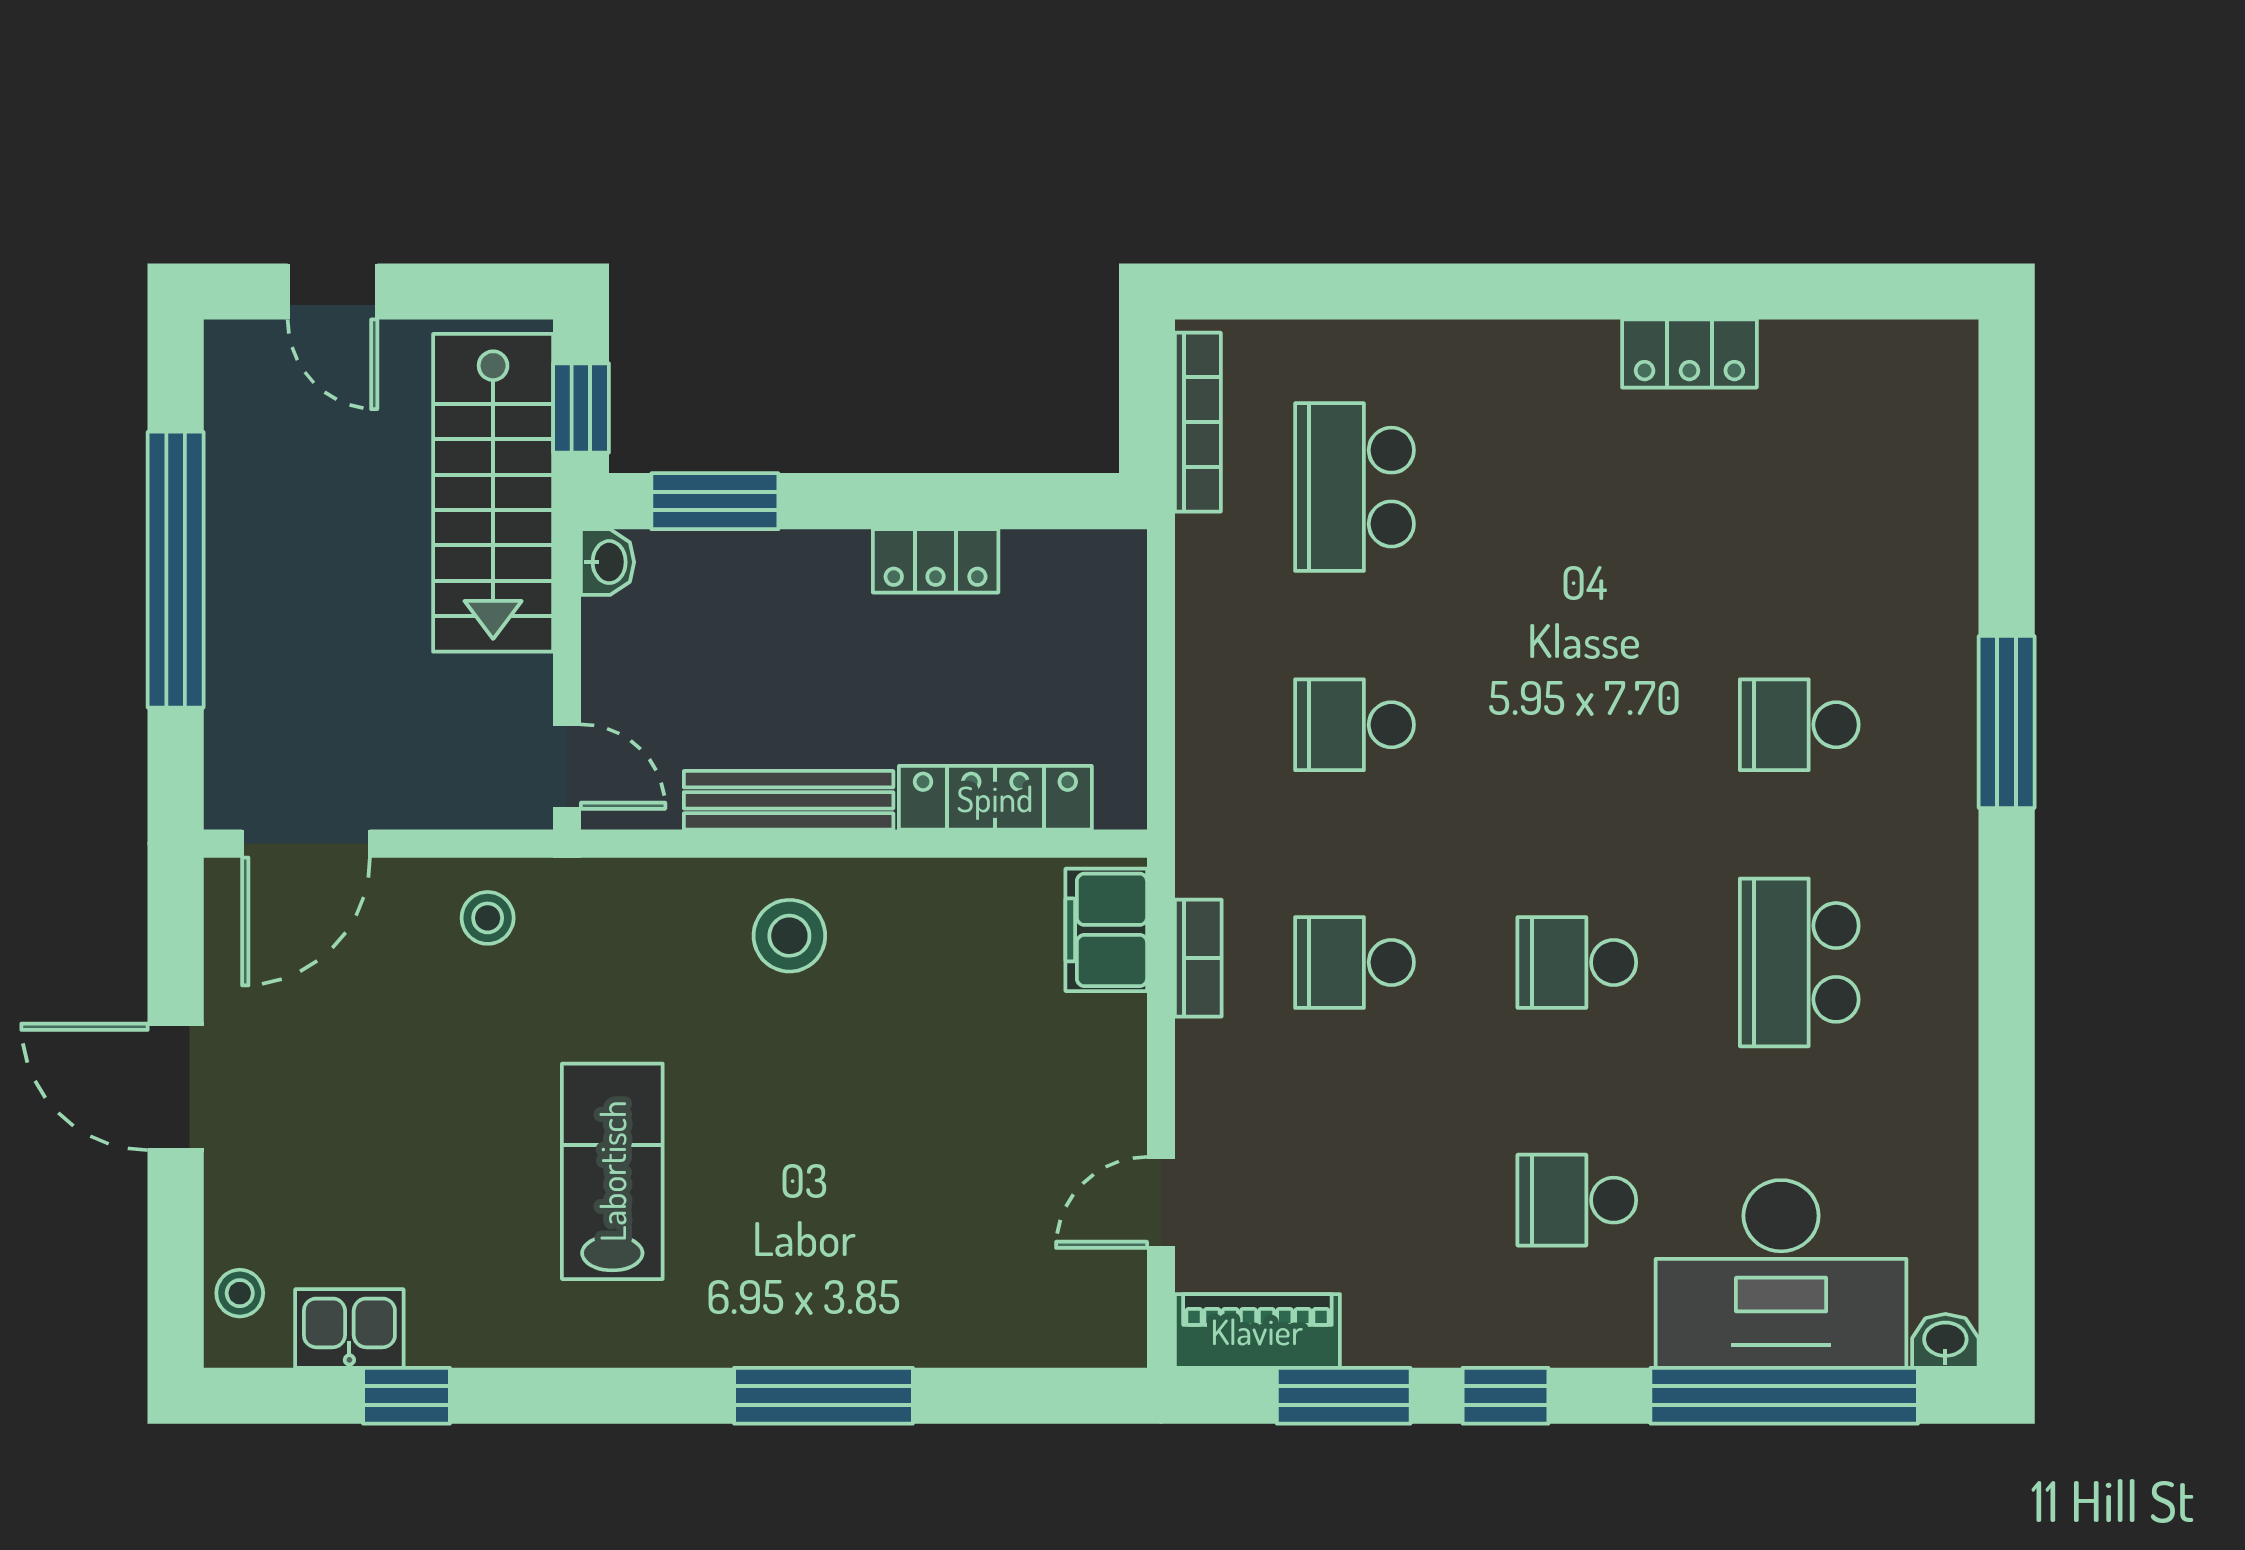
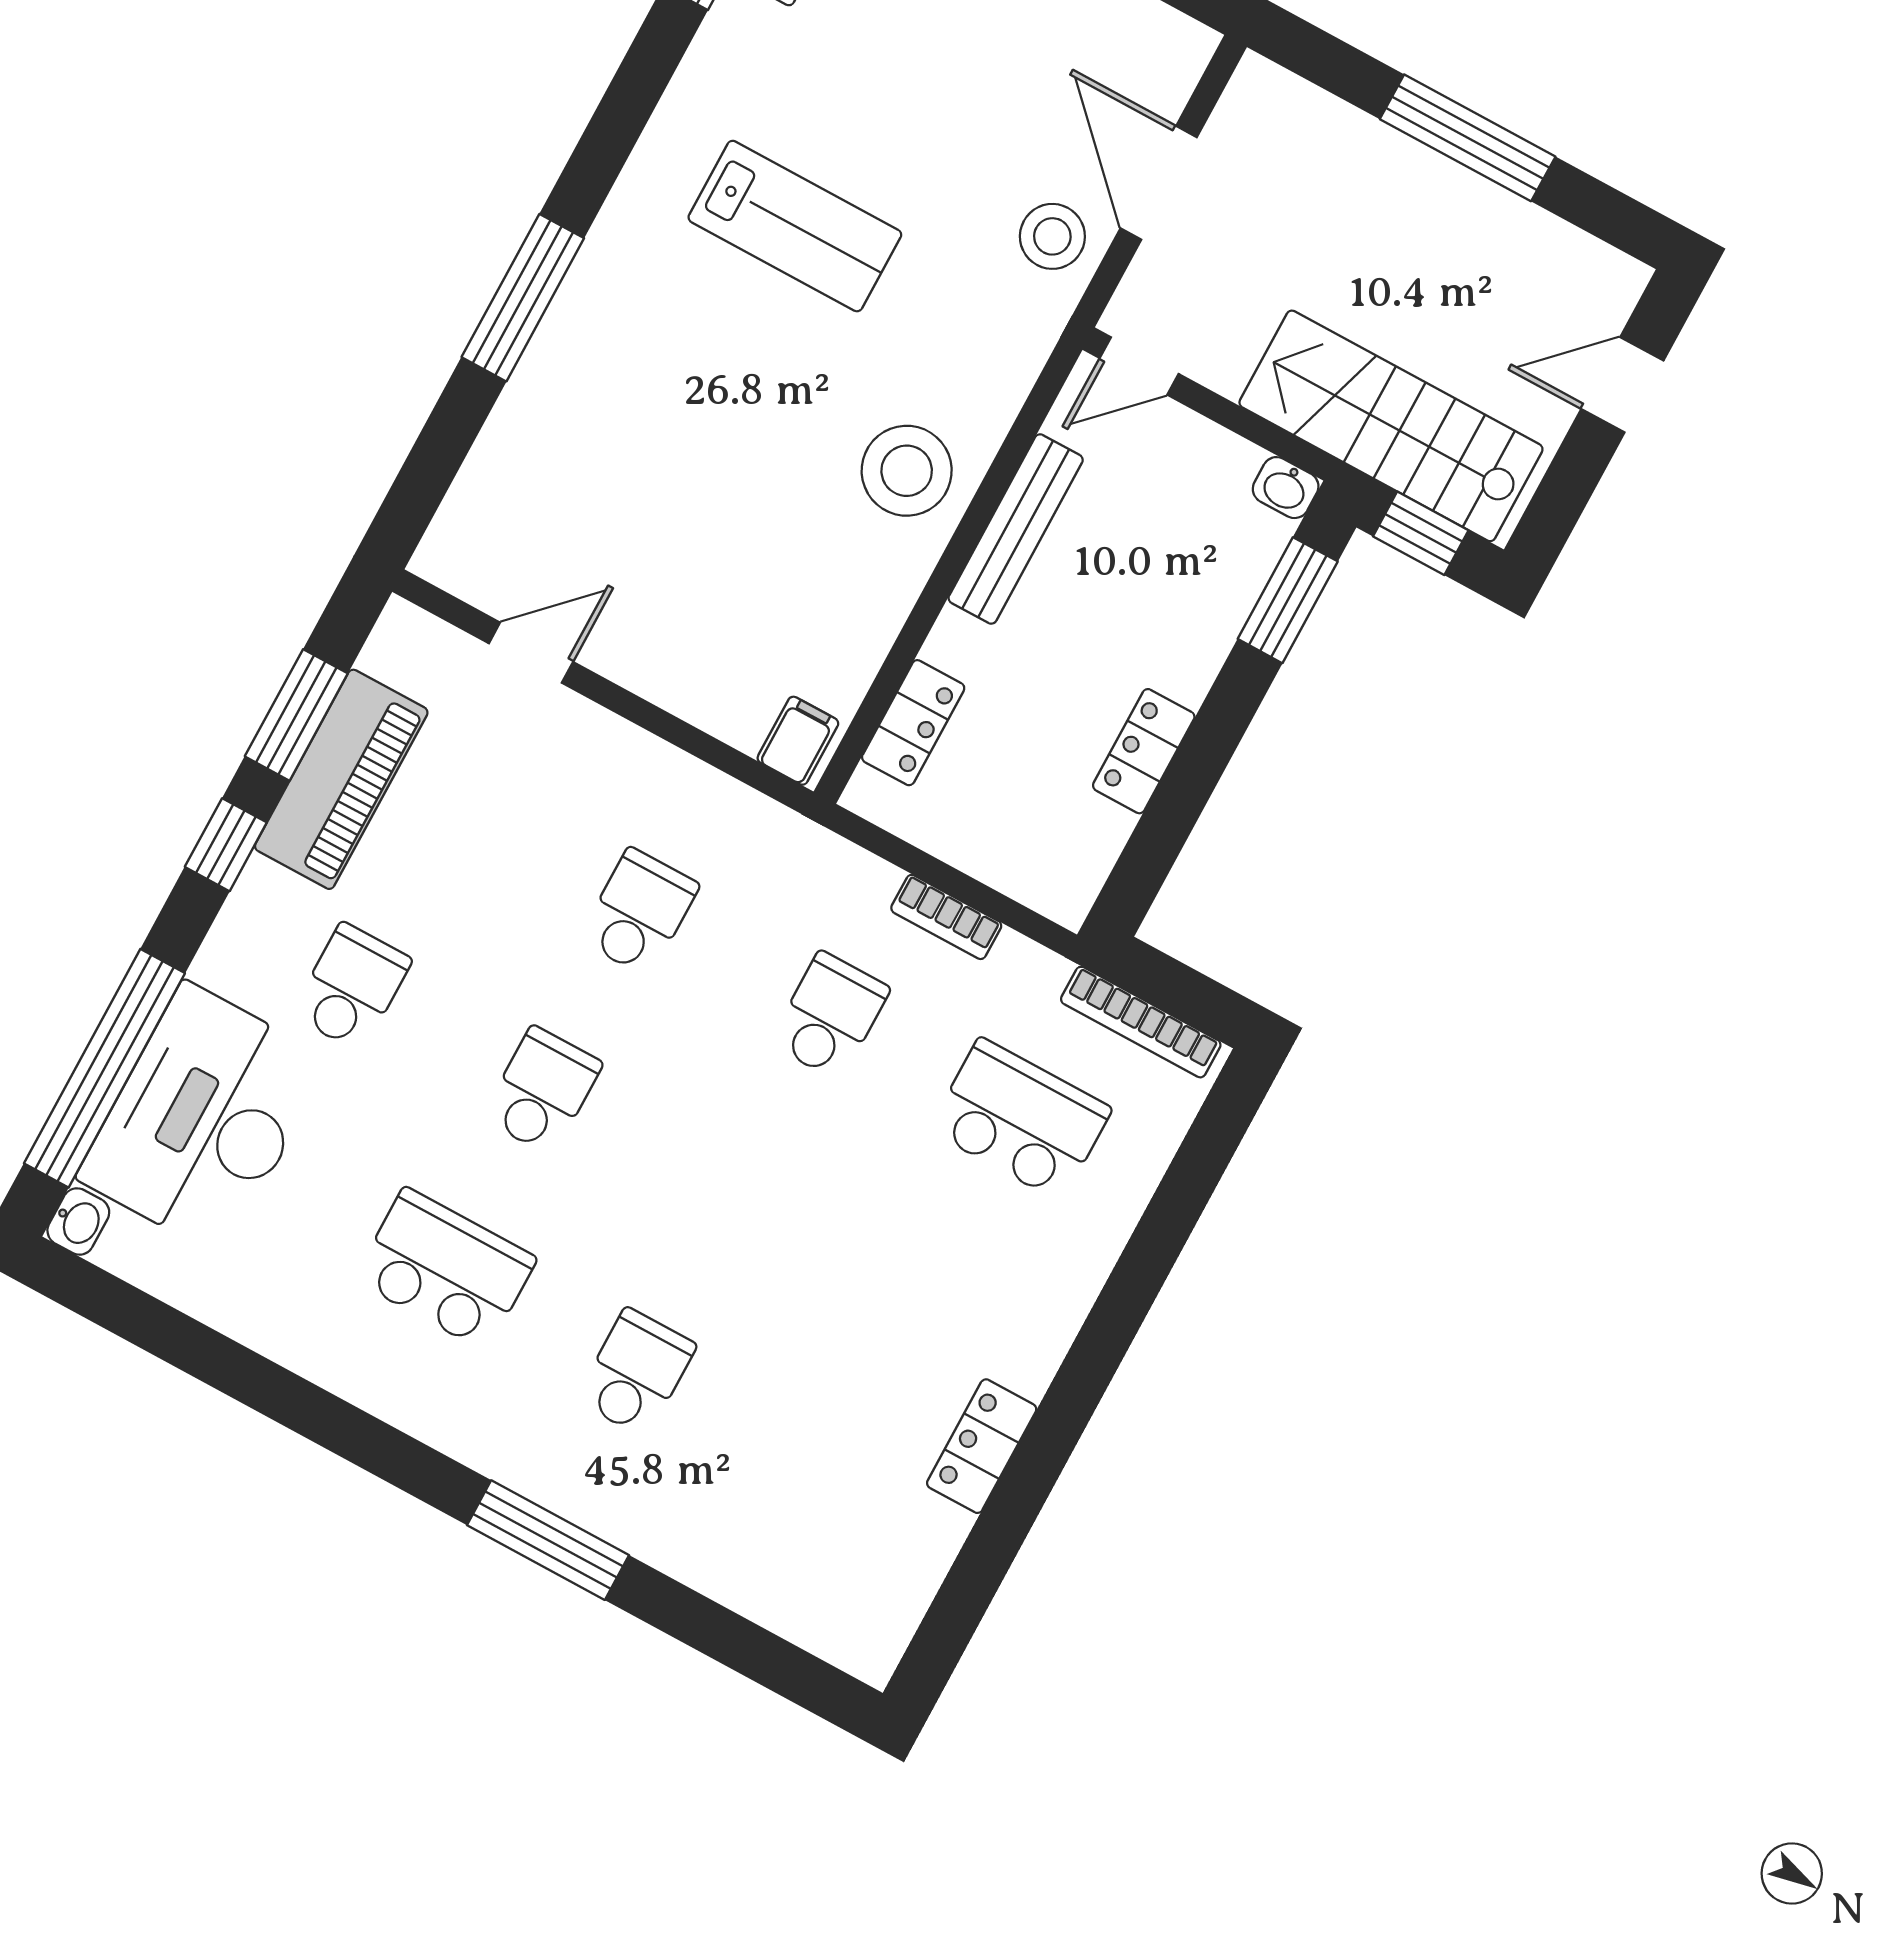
window: (176, 570) -> (1468, 138), width x0.68
locker: (995, 798) -> (913, 723), width x0.66
door: (306, 844) -> (1159, 183), moved
stool: (488, 918) -> (1052, 236), width x1.37, depth x1.37
filing cabinet: (1106, 930) -> (798, 741), width x0.50
stool: (789, 936) -> (907, 471), width x1.38, depth x1.38
bookcase: (1198, 958) -> (946, 917), moved
door: (1161, 1202) -> (531, 653), hinge flipped
piano: (1257, 1331) -> (341, 779), moved, width x1.37, depth x1.33

